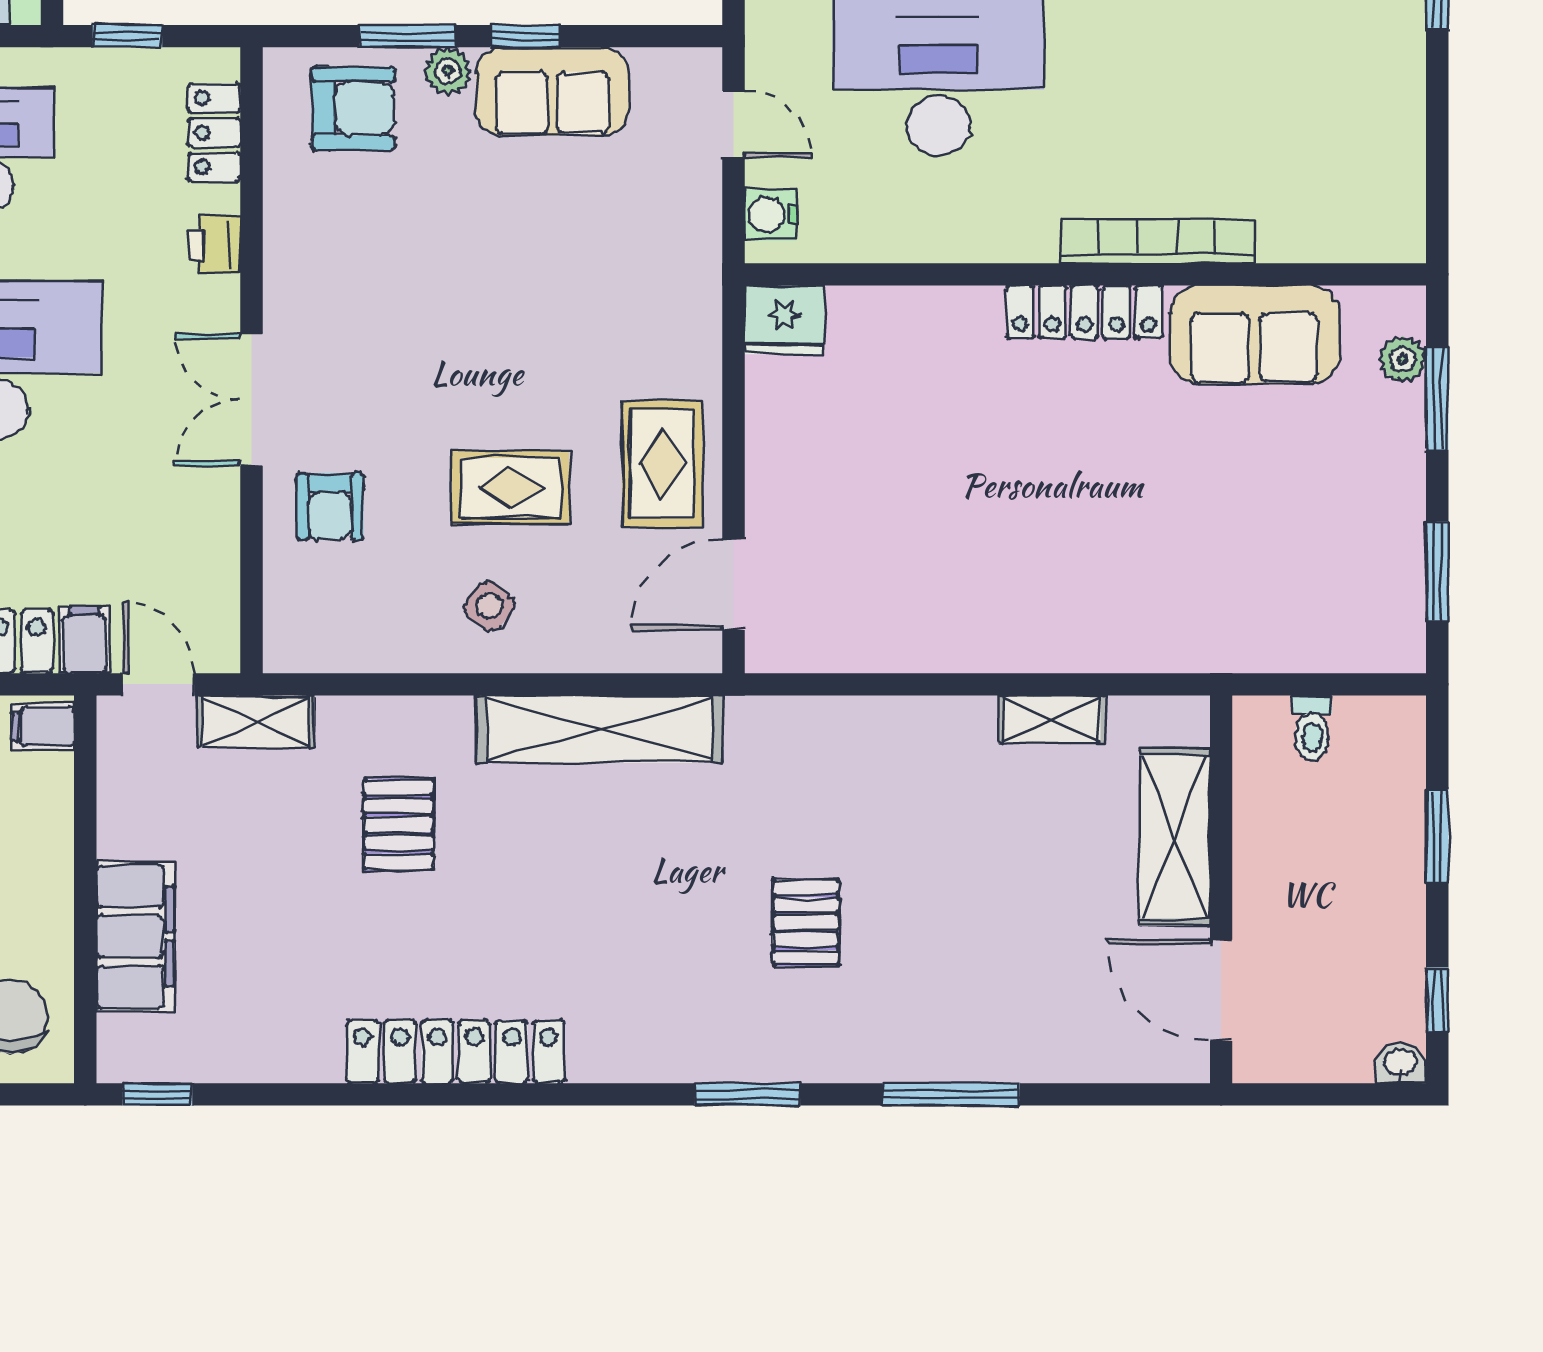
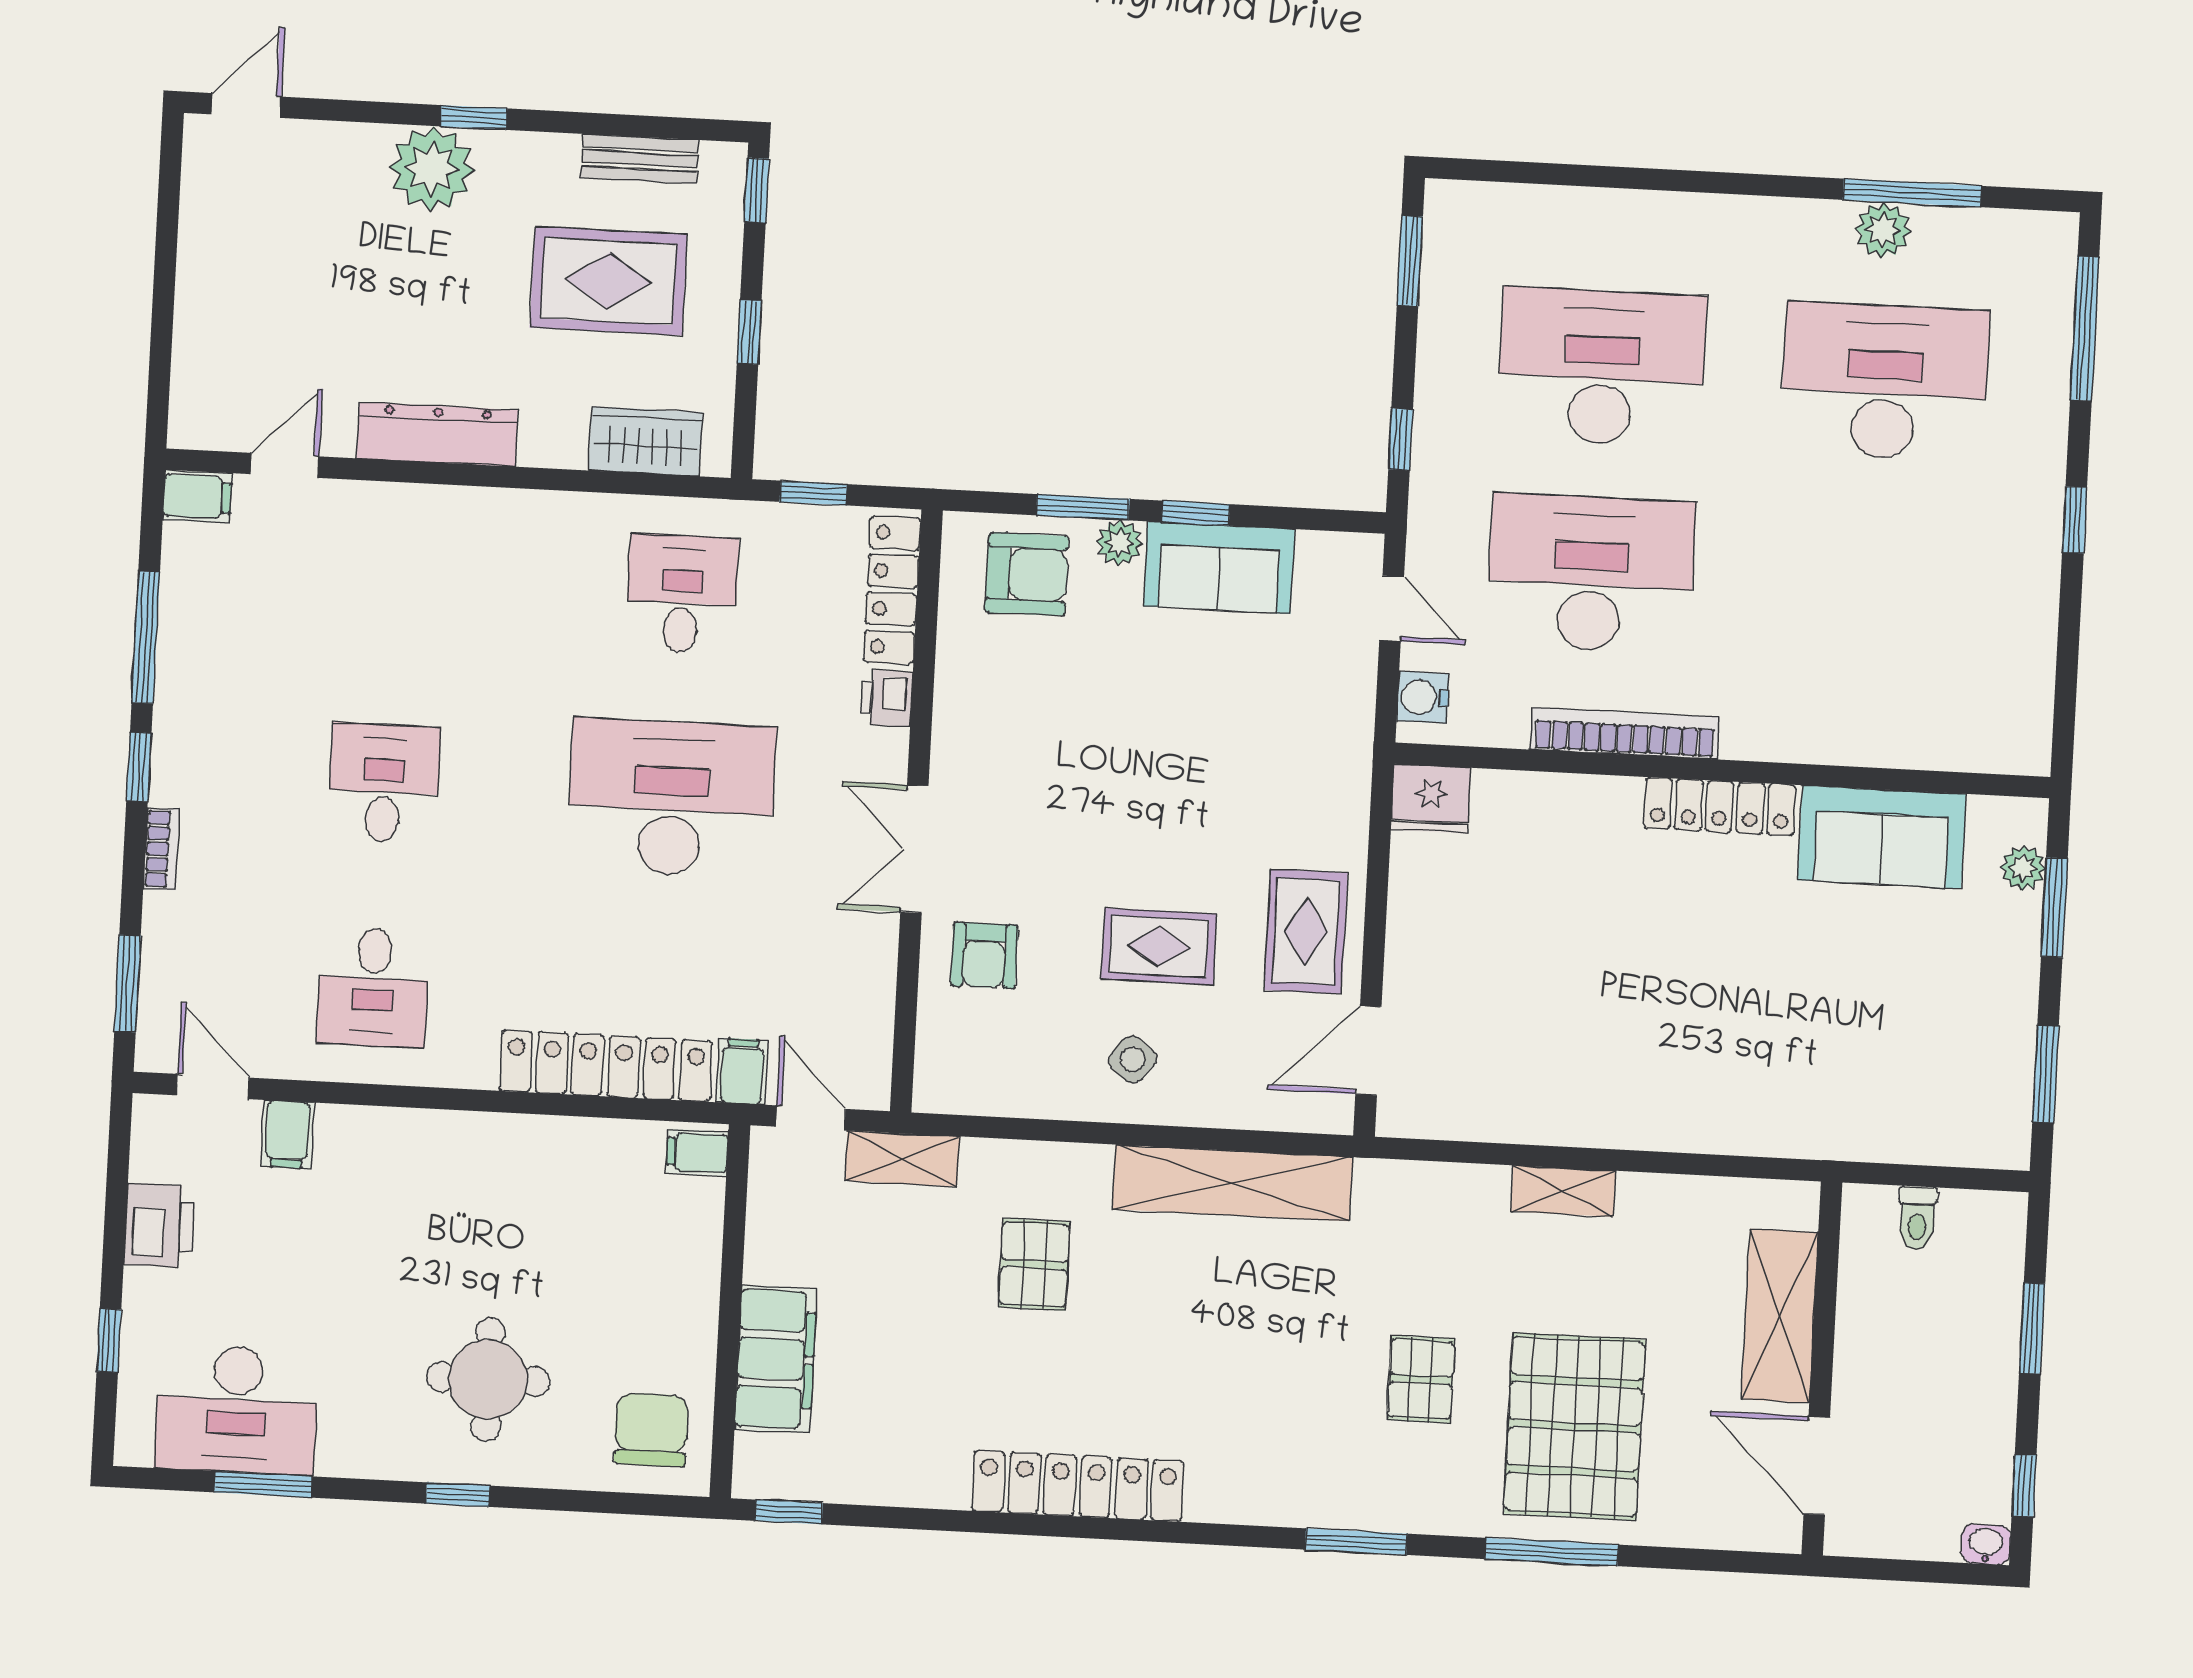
locker: (214, 132) -> (892, 590), width x1.53
bookcase: (1157, 241) -> (1625, 733), moved
shelving: (1052, 719) -> (1563, 1191), moved
pallet: (968, 963) -> (1574, 1426), added

